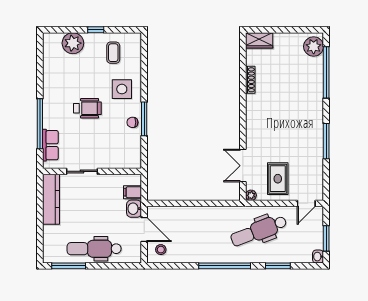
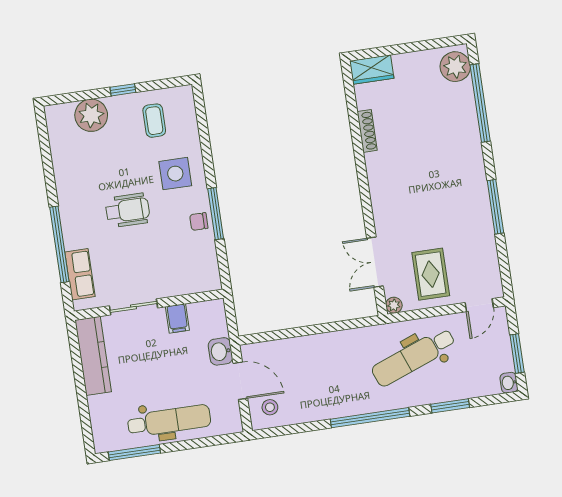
filing cabinet: (133, 192) -> (177, 318), moved, turned -90
dental chair: (94, 249) -> (169, 421), turned 180

